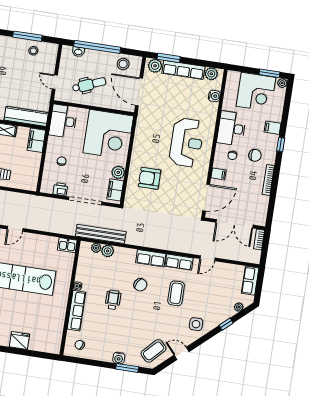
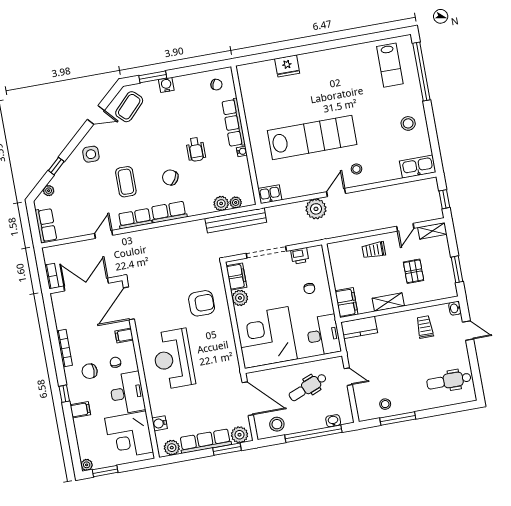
corner desk: (256, 92) -> (129, 435), moved, turned -90
kitchen counter: (26, 116) -> (359, 327), width x0.67
plant: (35, 221) -> (316, 209), added

